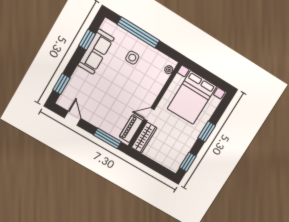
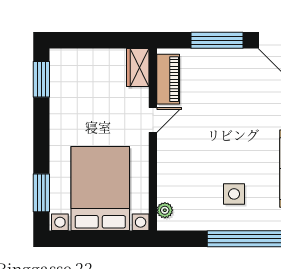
window: (207, 132) -> (41, 193), moved
window: (107, 138) -> (217, 40), moved
wardrobe: (144, 138) -> (138, 67), width x0.67

